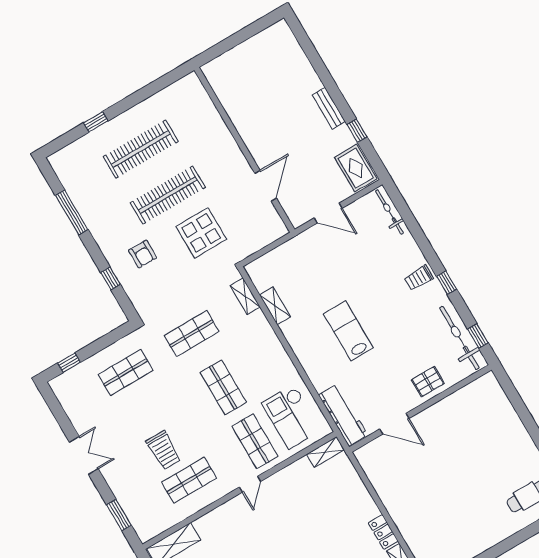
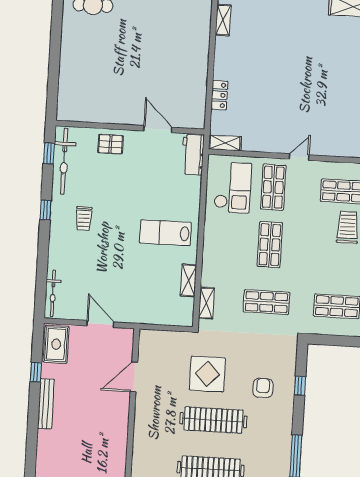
bench: (329, 108) -> (46, 404), width x1.36
trolley: (419, 278) -> (84, 219), moved, turned 90
lab bench: (348, 331) -> (165, 233), moved, turned 90
workbench: (343, 415) -> (193, 155), width x0.73
locker: (383, 532) -> (219, 95), moved

